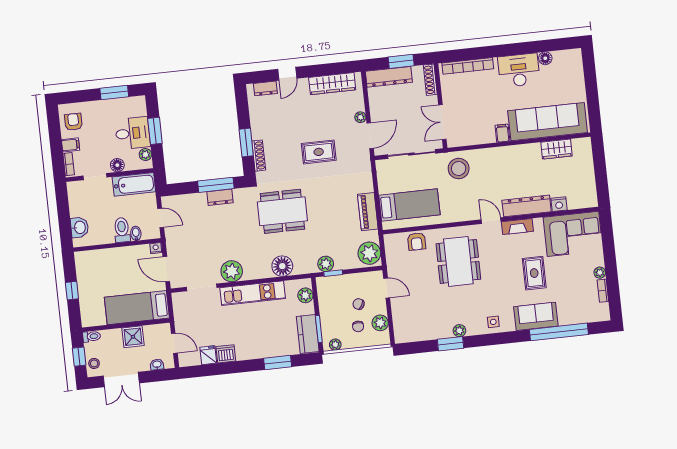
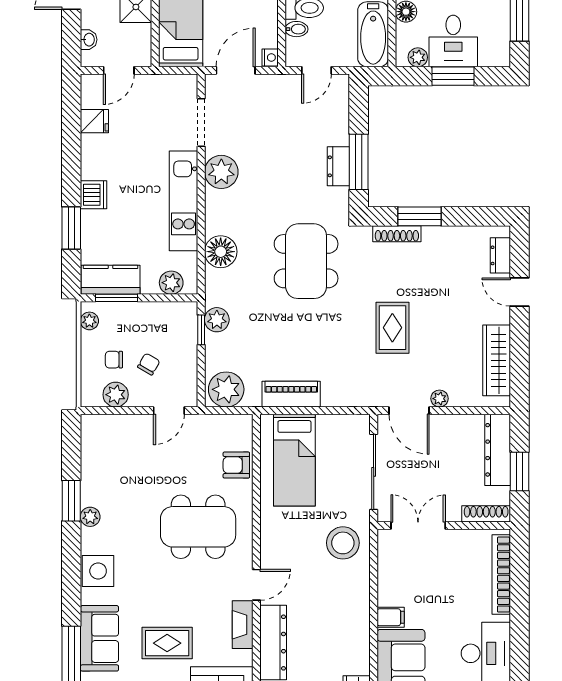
side table: (493, 322) -> (98, 571), width x1.87, depth x1.87
dishwasher: (226, 354) -> (94, 195), moved

